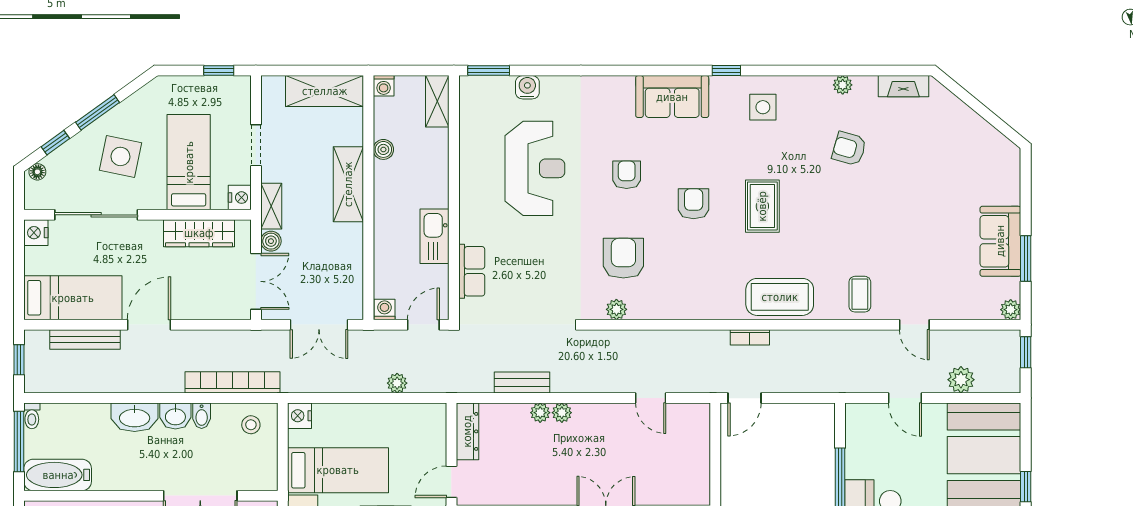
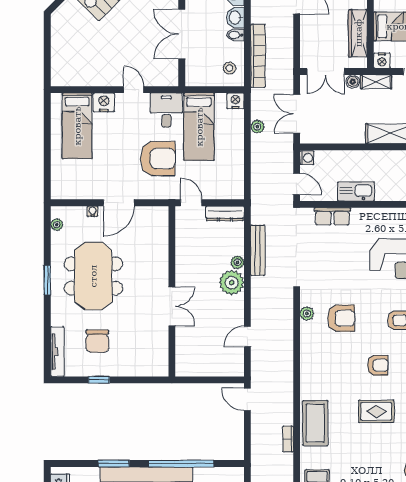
bookcase: (750, 337) -> (288, 439), moved
plant: (397, 383) -> (257, 127), moved
bench: (522, 383) -> (258, 250), width x1.36
plant: (562, 413) -> (232, 283), width x1.87, depth x1.87

